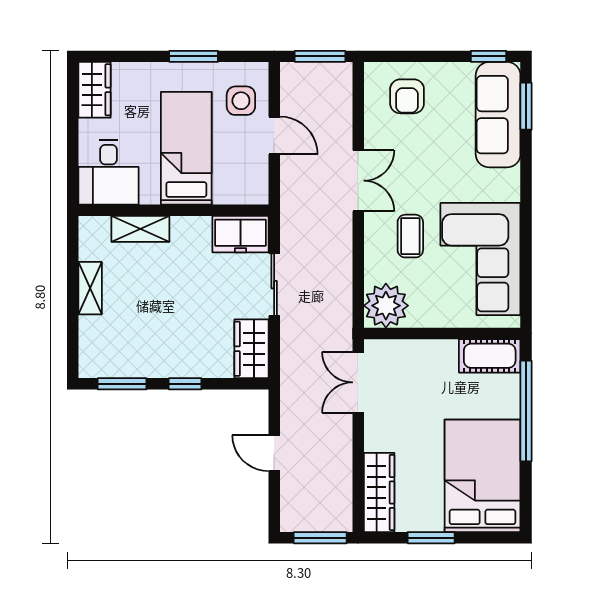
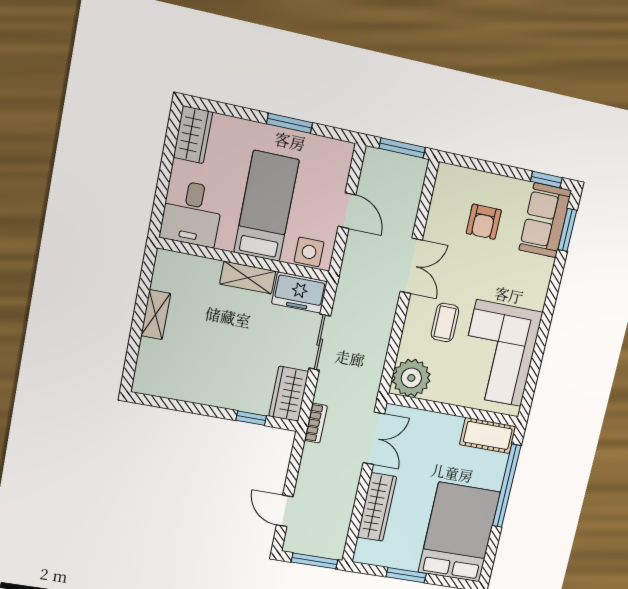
armchair: (407, 96) -> (484, 222), moved
side table: (241, 101) -> (309, 252), moved
sofa: (498, 115) -> (545, 220), width x0.73
shelving: (140, 229) -> (248, 278), moved
bookcase: (289, 377) -> (316, 423), added
double door: (358, 382) -> (374, 438), swing flipped
window: (122, 384) -> (169, 404), removed
window: (185, 384) -> (251, 418), moved
door: (274, 453) -> (285, 511), moved
wardrobe: (379, 492) -> (377, 507), moved

